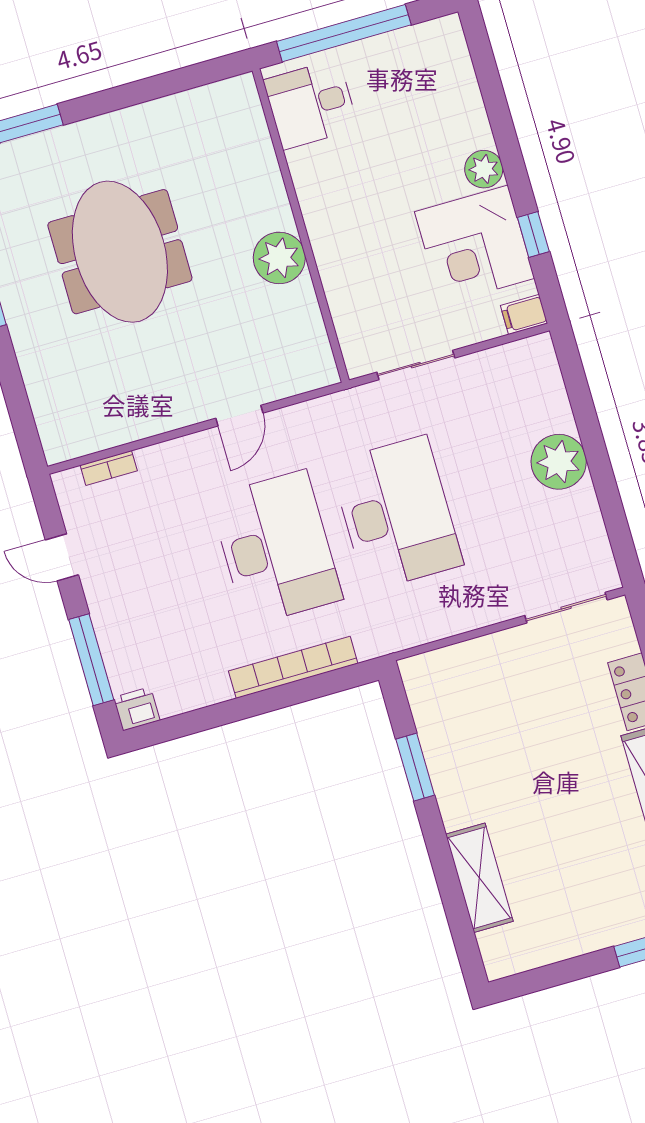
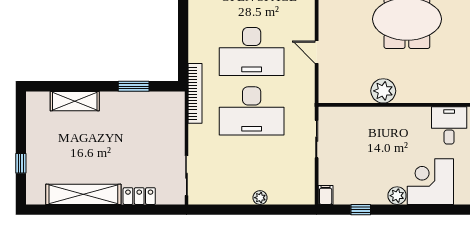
corner desk: (475, 245) -> (430, 182), moved
plant: (559, 462) -> (260, 198), width x0.53, depth x0.53
bookcase: (293, 667) -> (195, 93), moved

